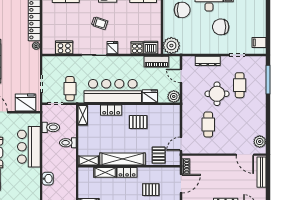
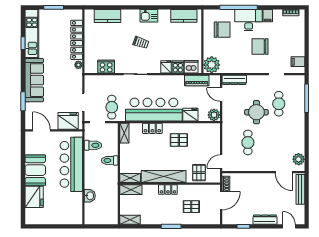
fridge: (112, 48) -> (166, 67), moved
dresser: (208, 61) -> (234, 80), moved
bar counter: (29, 147) -> (71, 164), width x1.36
shelving: (105, 172) -> (131, 190), moved

